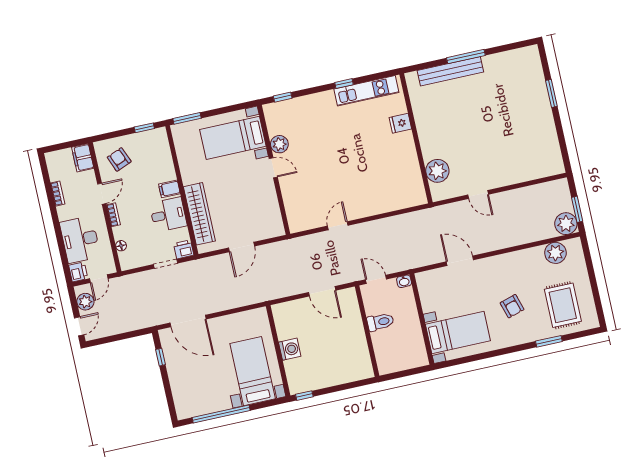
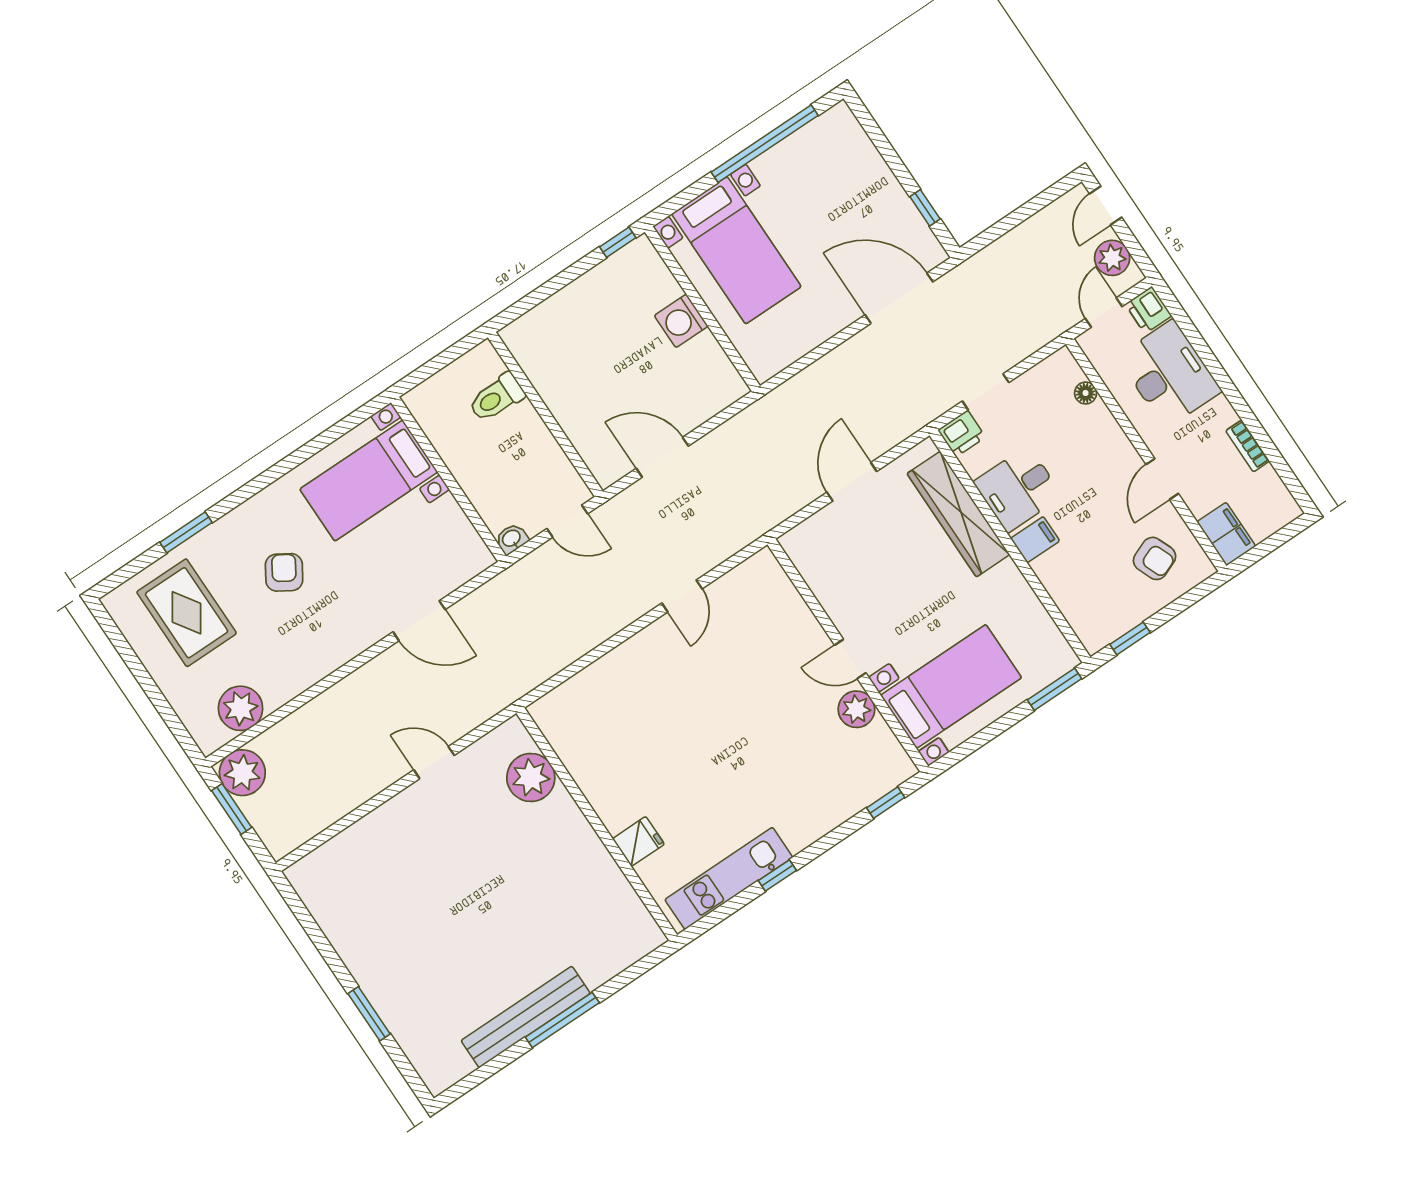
bench: (450, 71) -> (526, 1017), moved
bookcase: (113, 215) -> (1124, 447), removed
armchair: (512, 306) -> (284, 572), turned 49
toilet: (380, 322) -> (496, 398), moved

